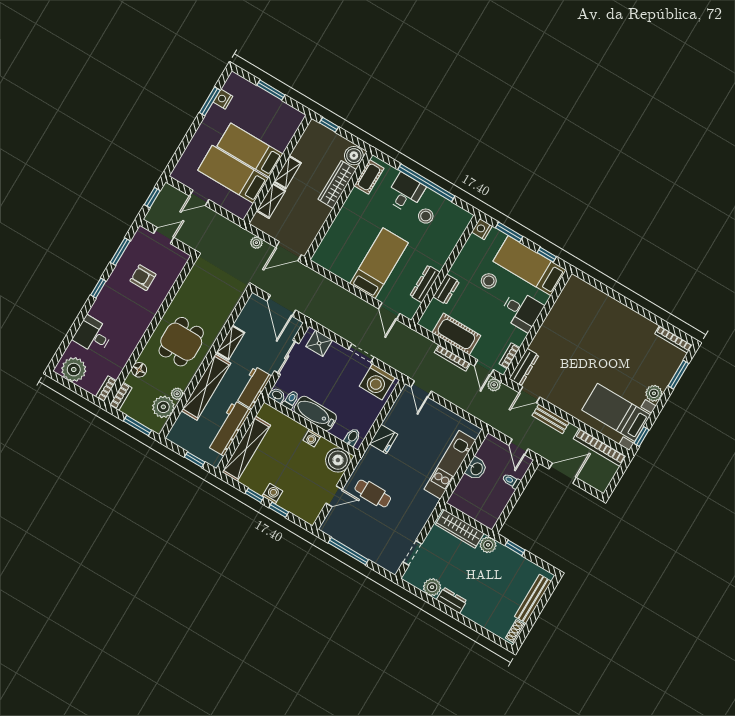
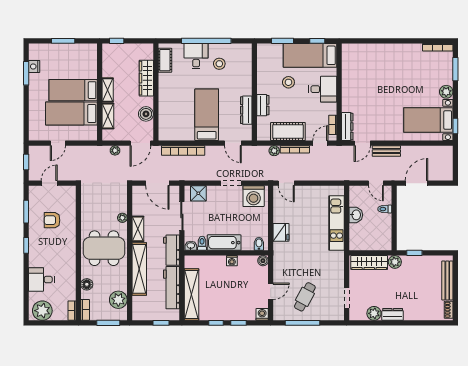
boiler: (354, 156) -> (146, 114), moved
nightstand: (482, 229) -> (263, 50), removed
dining table: (181, 342) -> (104, 248), width x1.37
door: (484, 368) -> (320, 143), swing flipped
plant: (494, 385) -> (274, 151), moved
plant: (177, 394) -> (122, 218), moved
bookcase: (600, 448) -> (183, 151), moved
boiler: (338, 460) -> (263, 261), width x0.54, depth x0.54
cafe table: (373, 493) -> (305, 297), moved, turned -62
washing machine: (273, 494) -> (262, 314), moved

